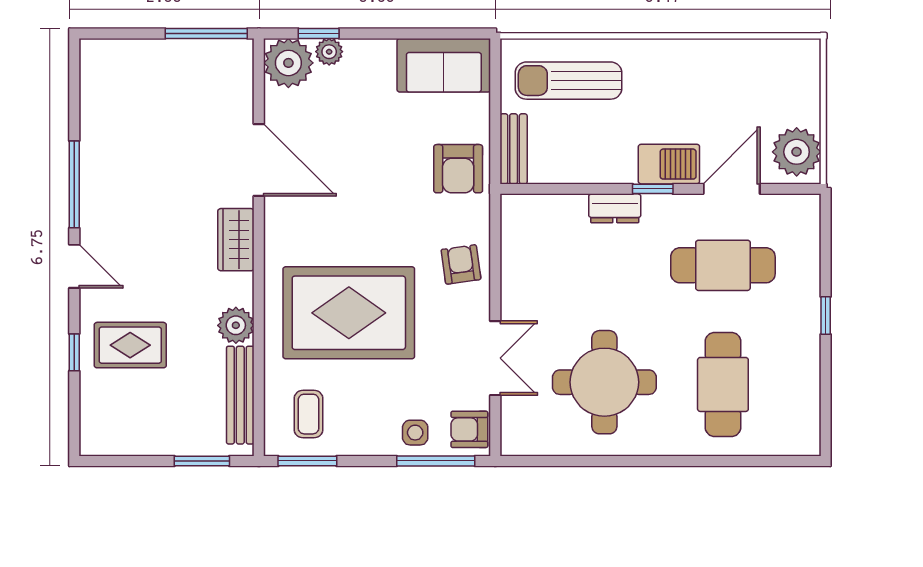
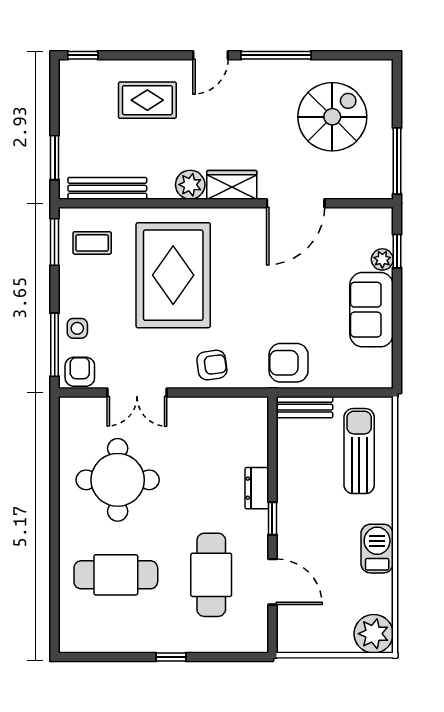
plant: (288, 63) -> (373, 227), removed
sofa: (444, 65) -> (371, 310), moved
spiral stairs: (151, 114) -> (332, 117), added
plant: (797, 152) -> (374, 634), moved
barbecue: (669, 164) -> (377, 549), moved, turned 180
plant: (236, 325) -> (190, 185), moved
rug: (130, 345) -> (147, 100), turned 90
window: (74, 352) -> (83, 55), moved

